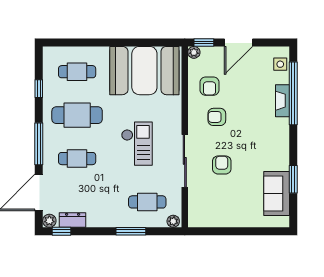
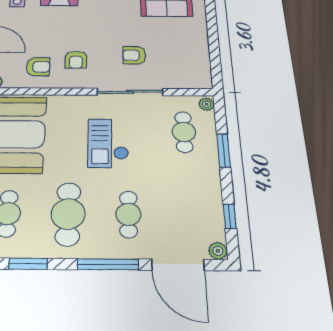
window: (39, 89) -> (28, 264), width x1.50
checkout: (137, 144) -> (108, 143), turned -90
dresser: (73, 220) -> (214, 221), removed
window: (62, 231) -> (230, 216), moved

